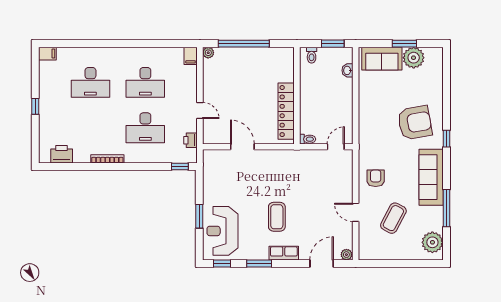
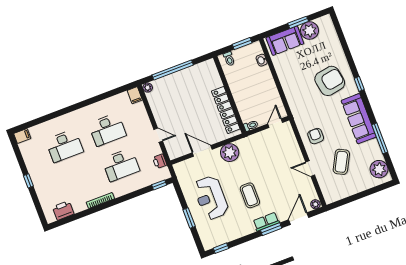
plant: (272, 160) -> (230, 153), added
reception desk: (222, 231) -> (211, 198), moved
window: (259, 264) -> (271, 229), moved

